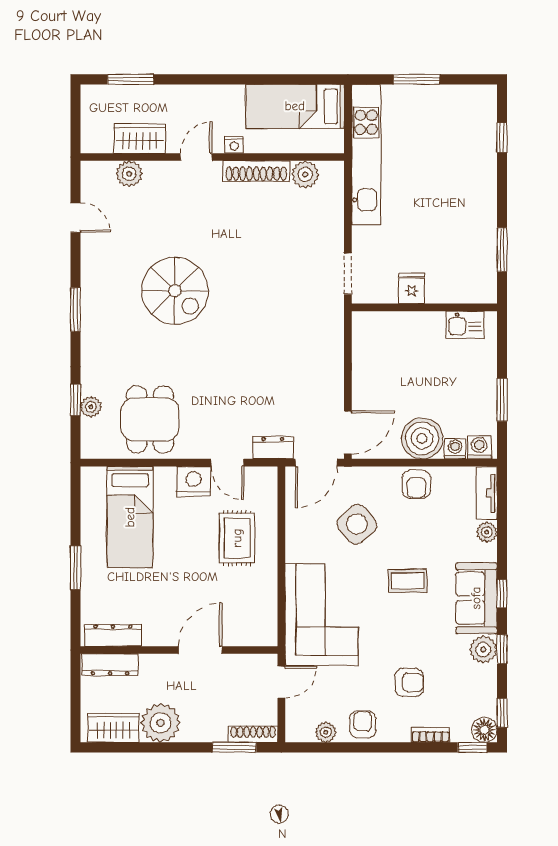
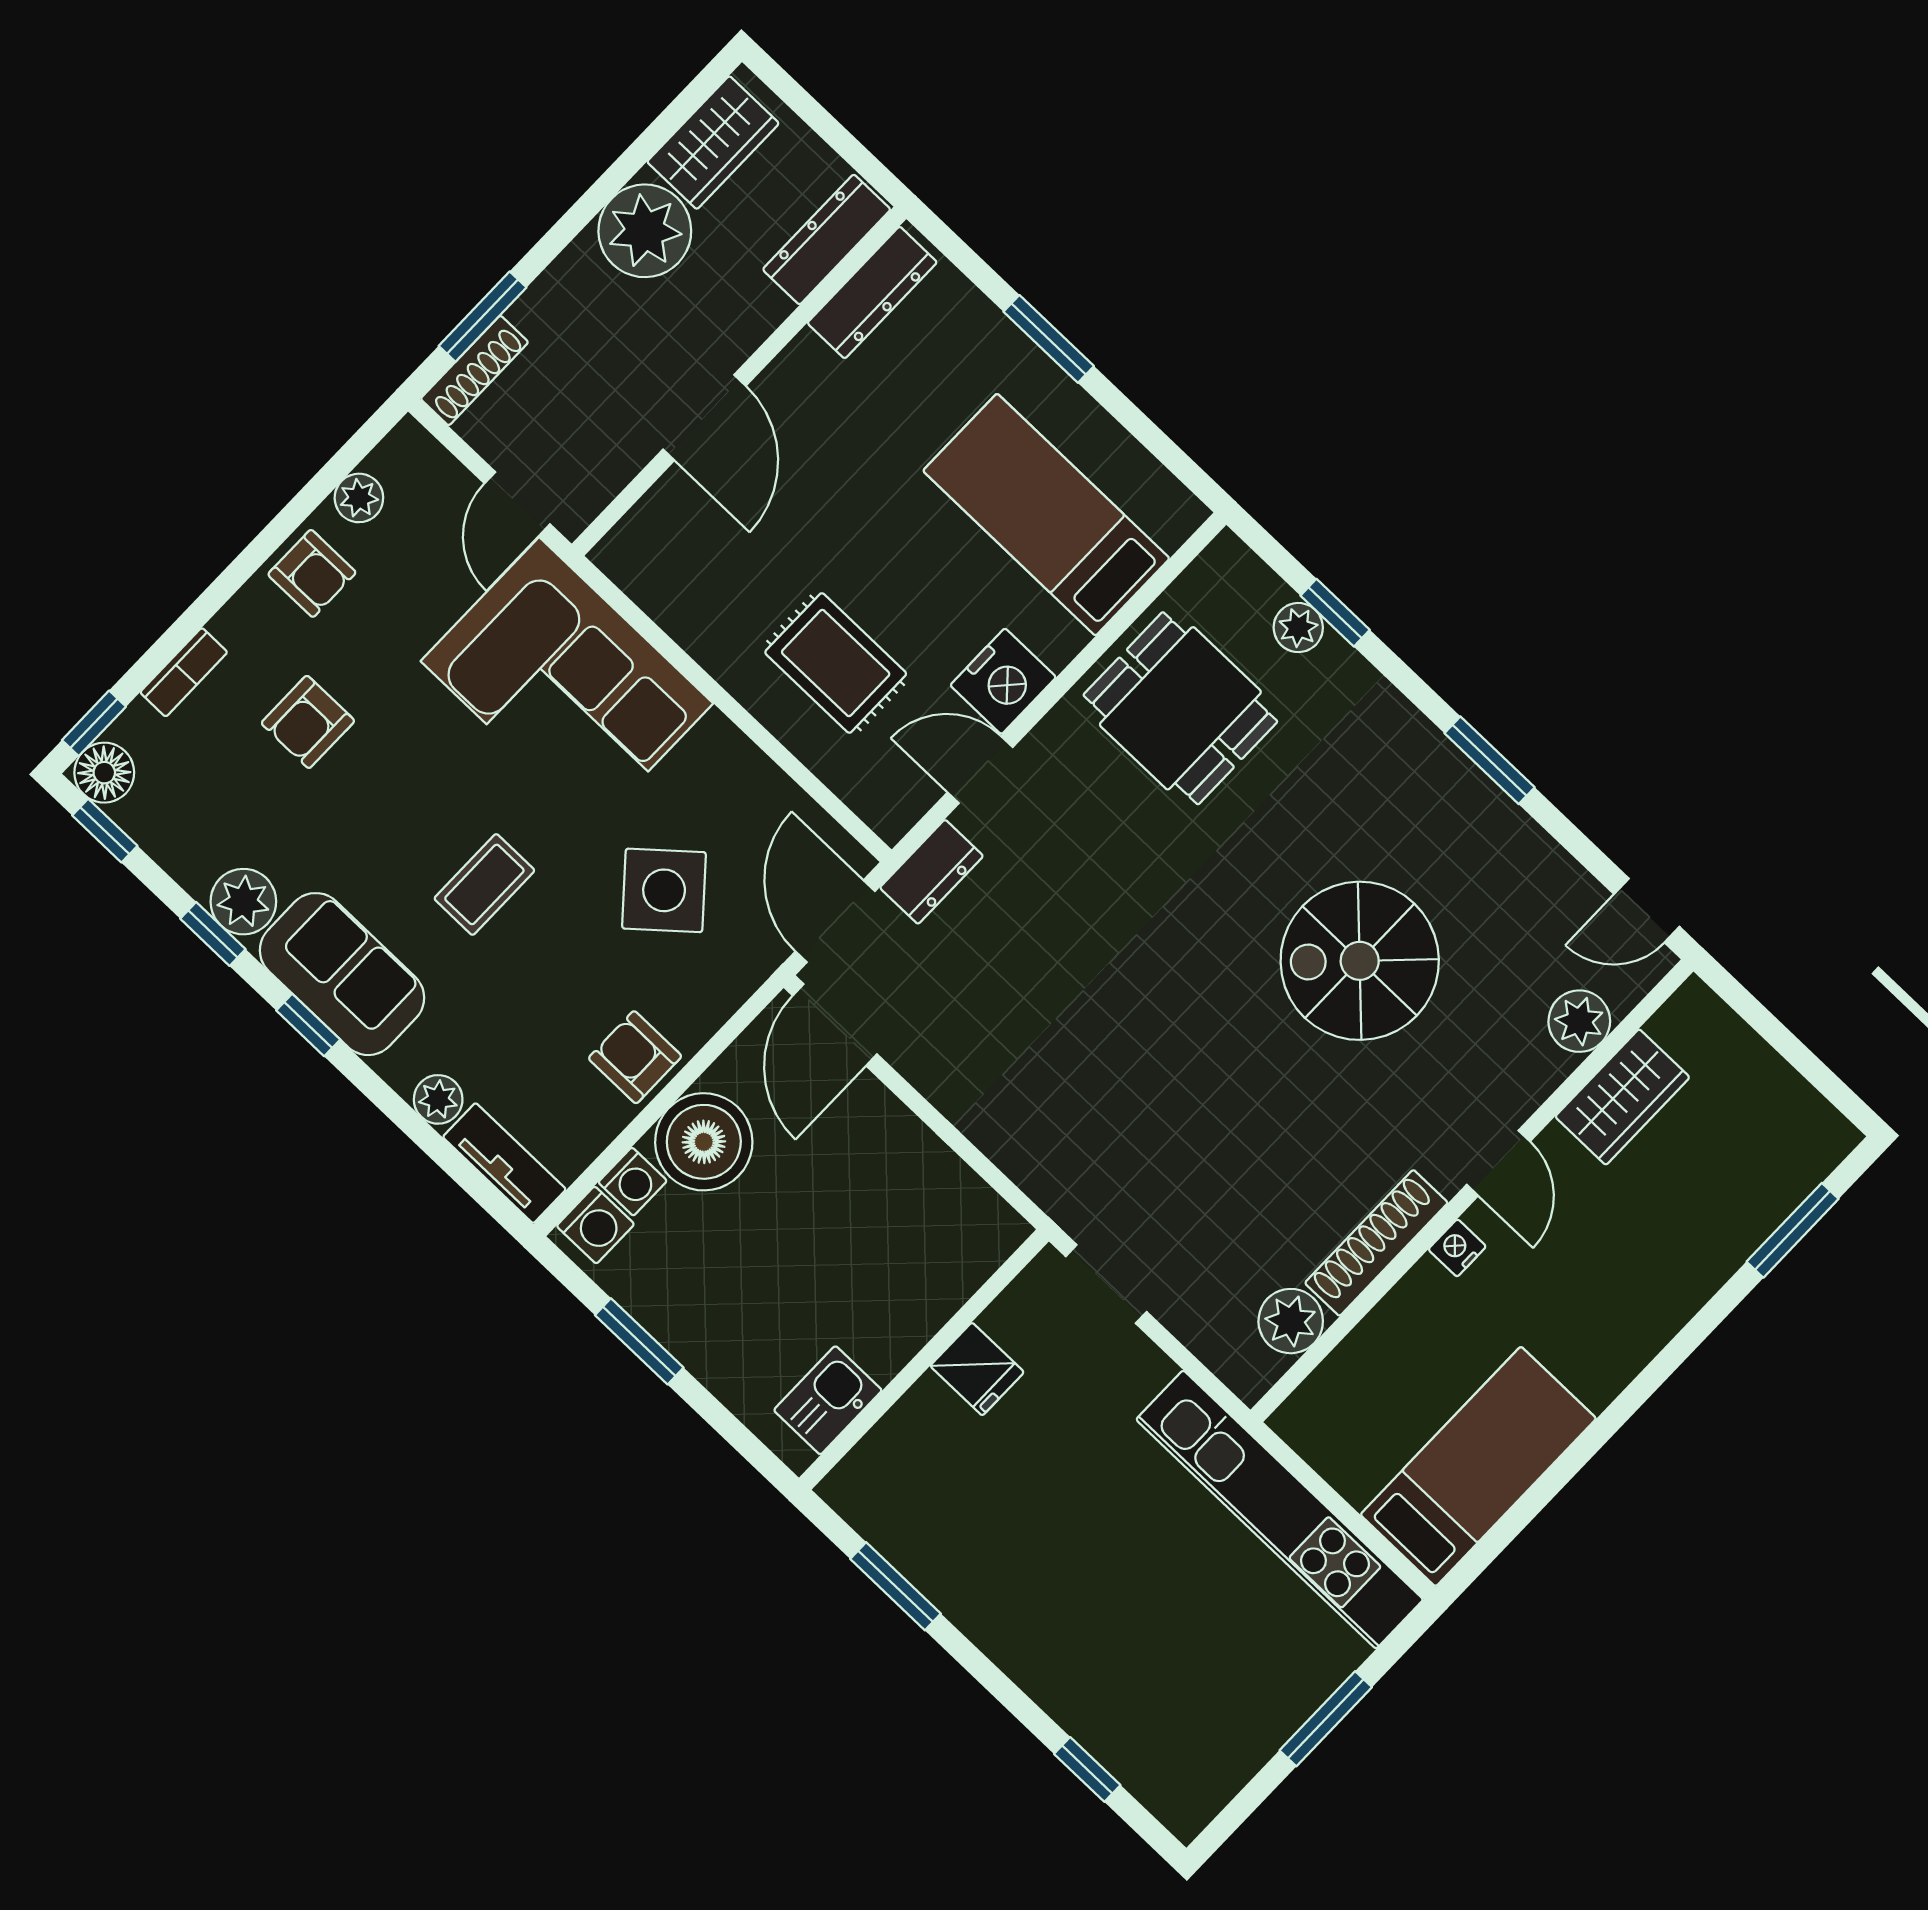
wardrobe: (140, 138) -> (1622, 1097), moved
nightstand: (234, 145) -> (1457, 1248), moved
door: (196, 157) -> (1498, 1163), moved
wall: (212, 157) -> (1472, 1191), moved
shoe rack: (256, 171) -> (1376, 1243), moved
plant: (129, 174) -> (1579, 1021), moved
plant: (305, 174) -> (1291, 1321), moved

